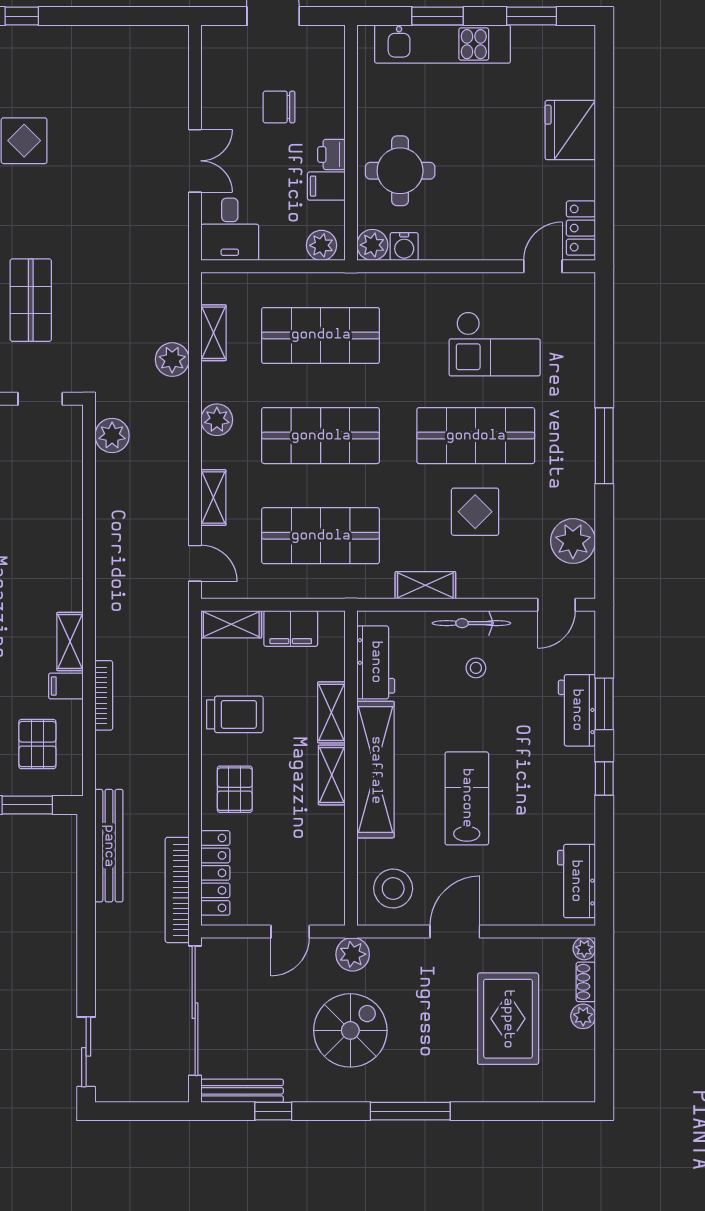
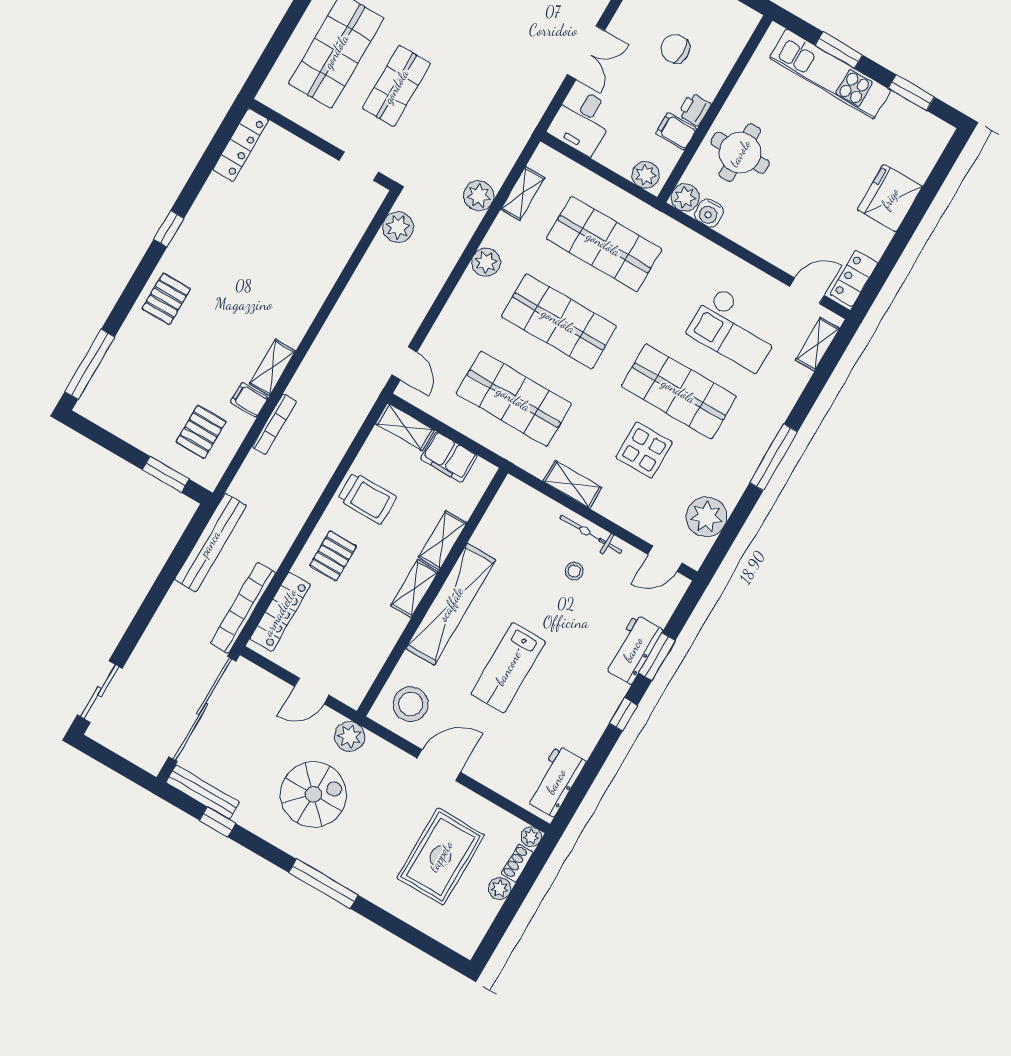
shelving: (213, 498) -> (817, 344), moved
workbench: (376, 662) -> (499, 522), removed
lab bench: (467, 798) -> (508, 668), turned 180

